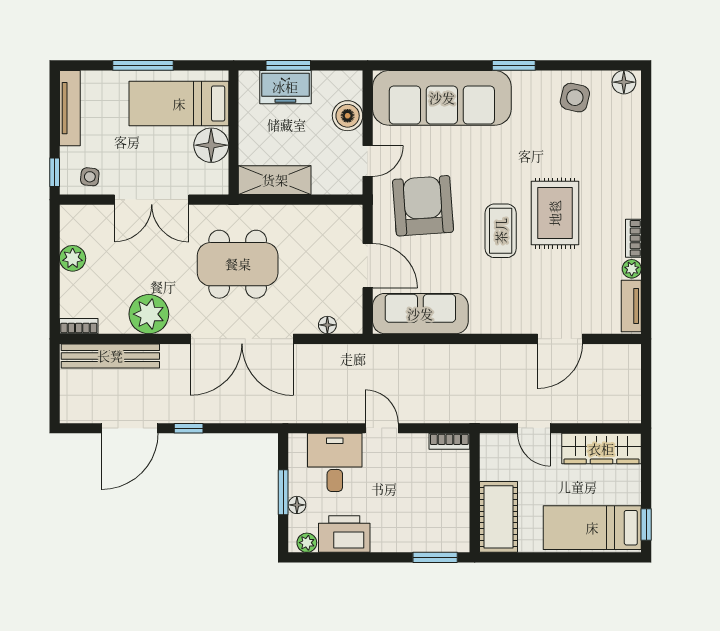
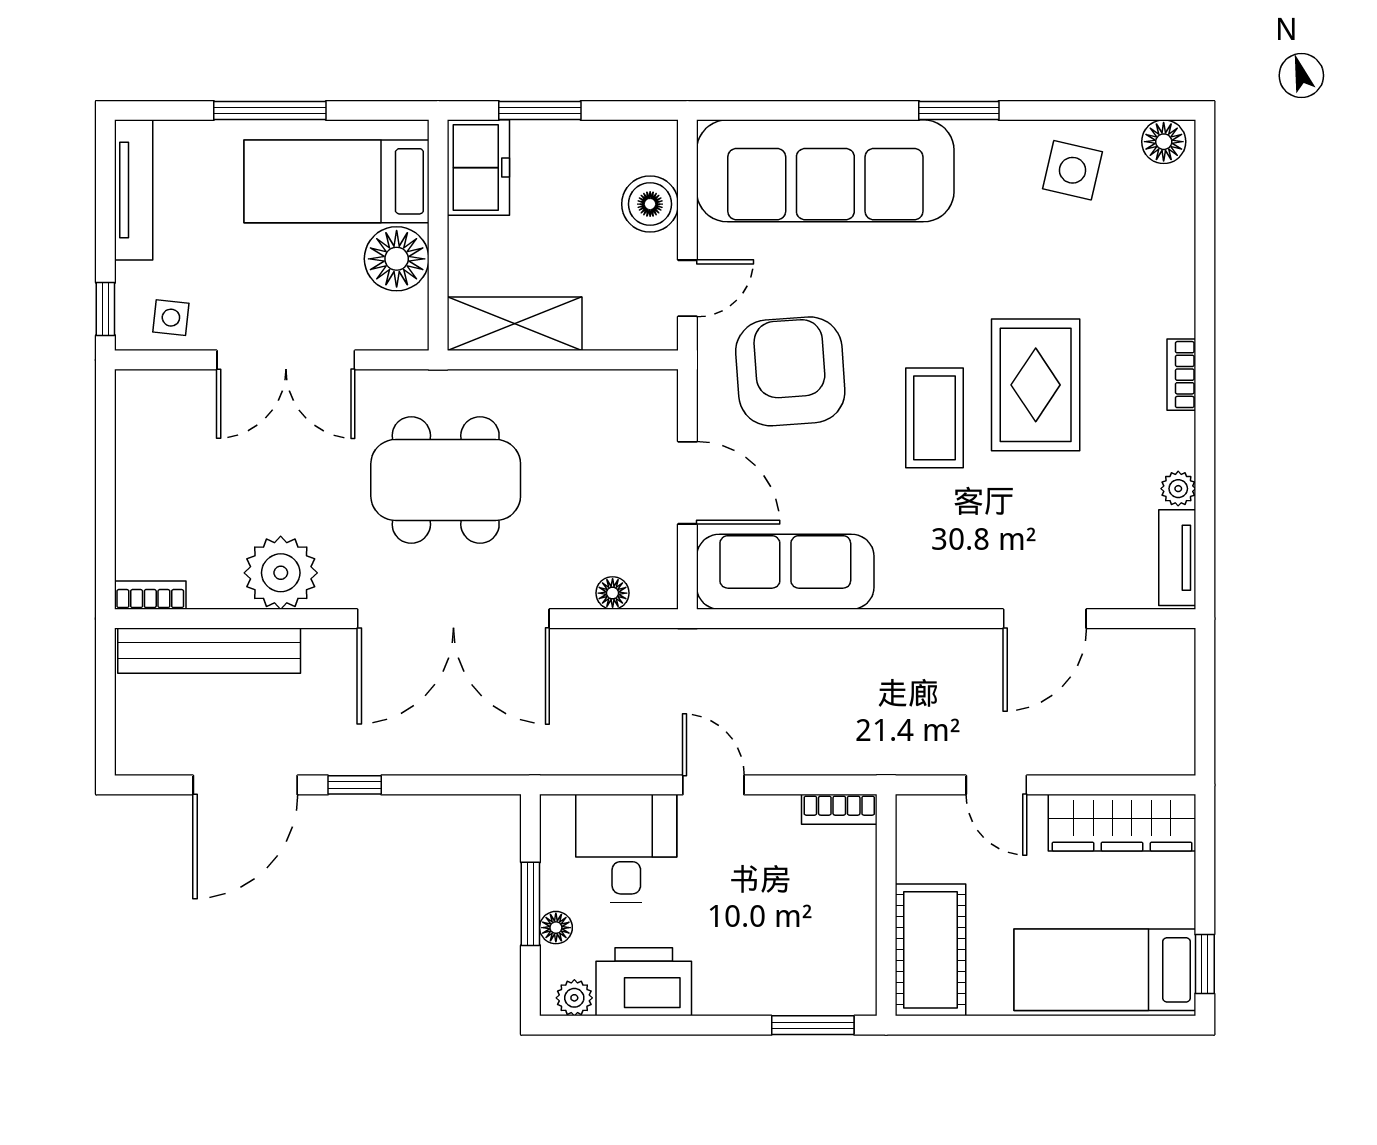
freezer: (285, 87) -> (478, 168), moved, turned -90
bookcase: (633, 238) -> (1181, 375), moved
plant: (73, 258) -> (139, 469), removed

